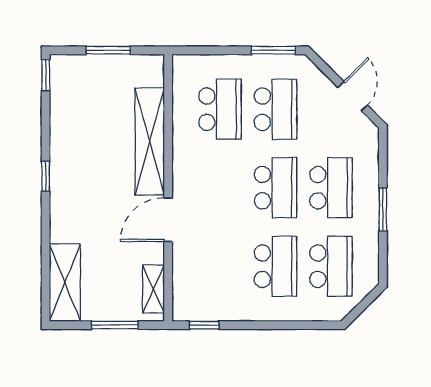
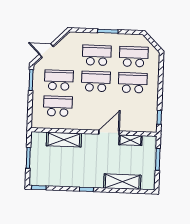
door: (353, 96) -> (46, 51), moved
shelving: (150, 142) -> (64, 140), width x0.68
door: (168, 220) -> (109, 133), swing flipped
shelving: (65, 283) -> (122, 182), moved
shelving: (153, 289) -> (130, 140), moved

